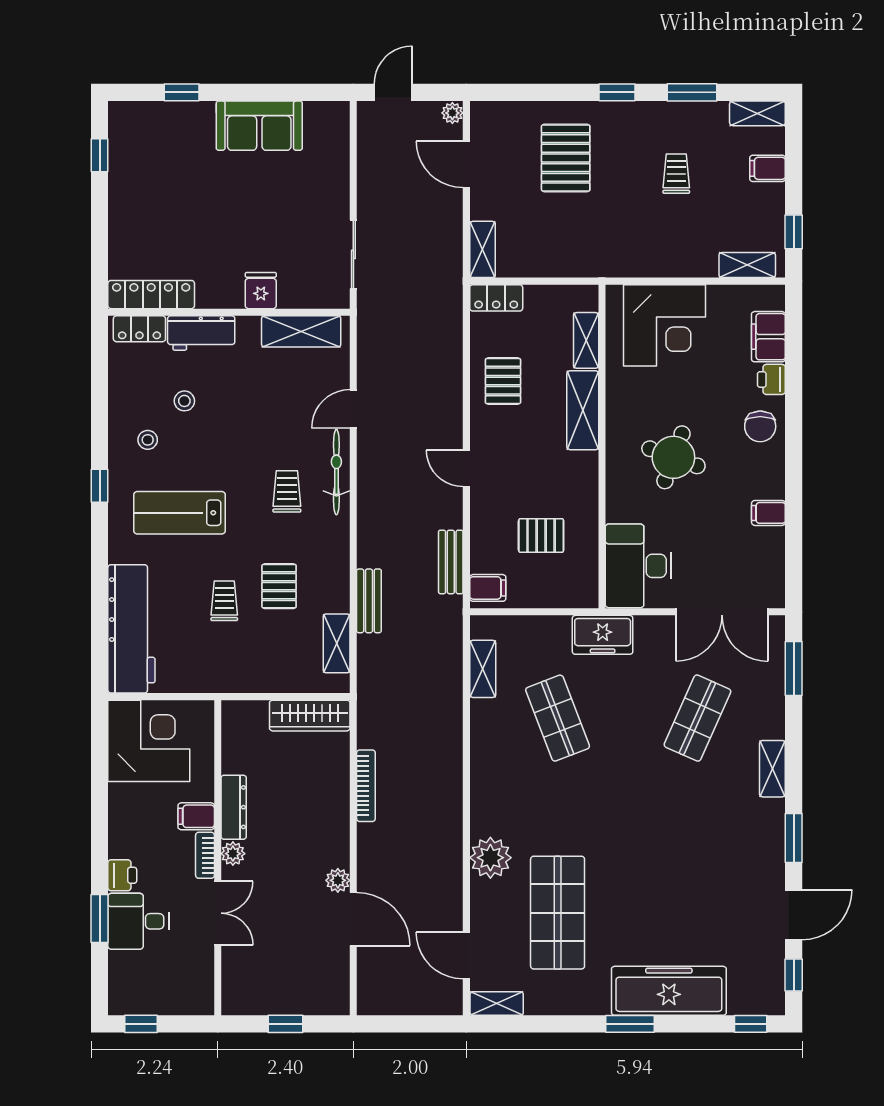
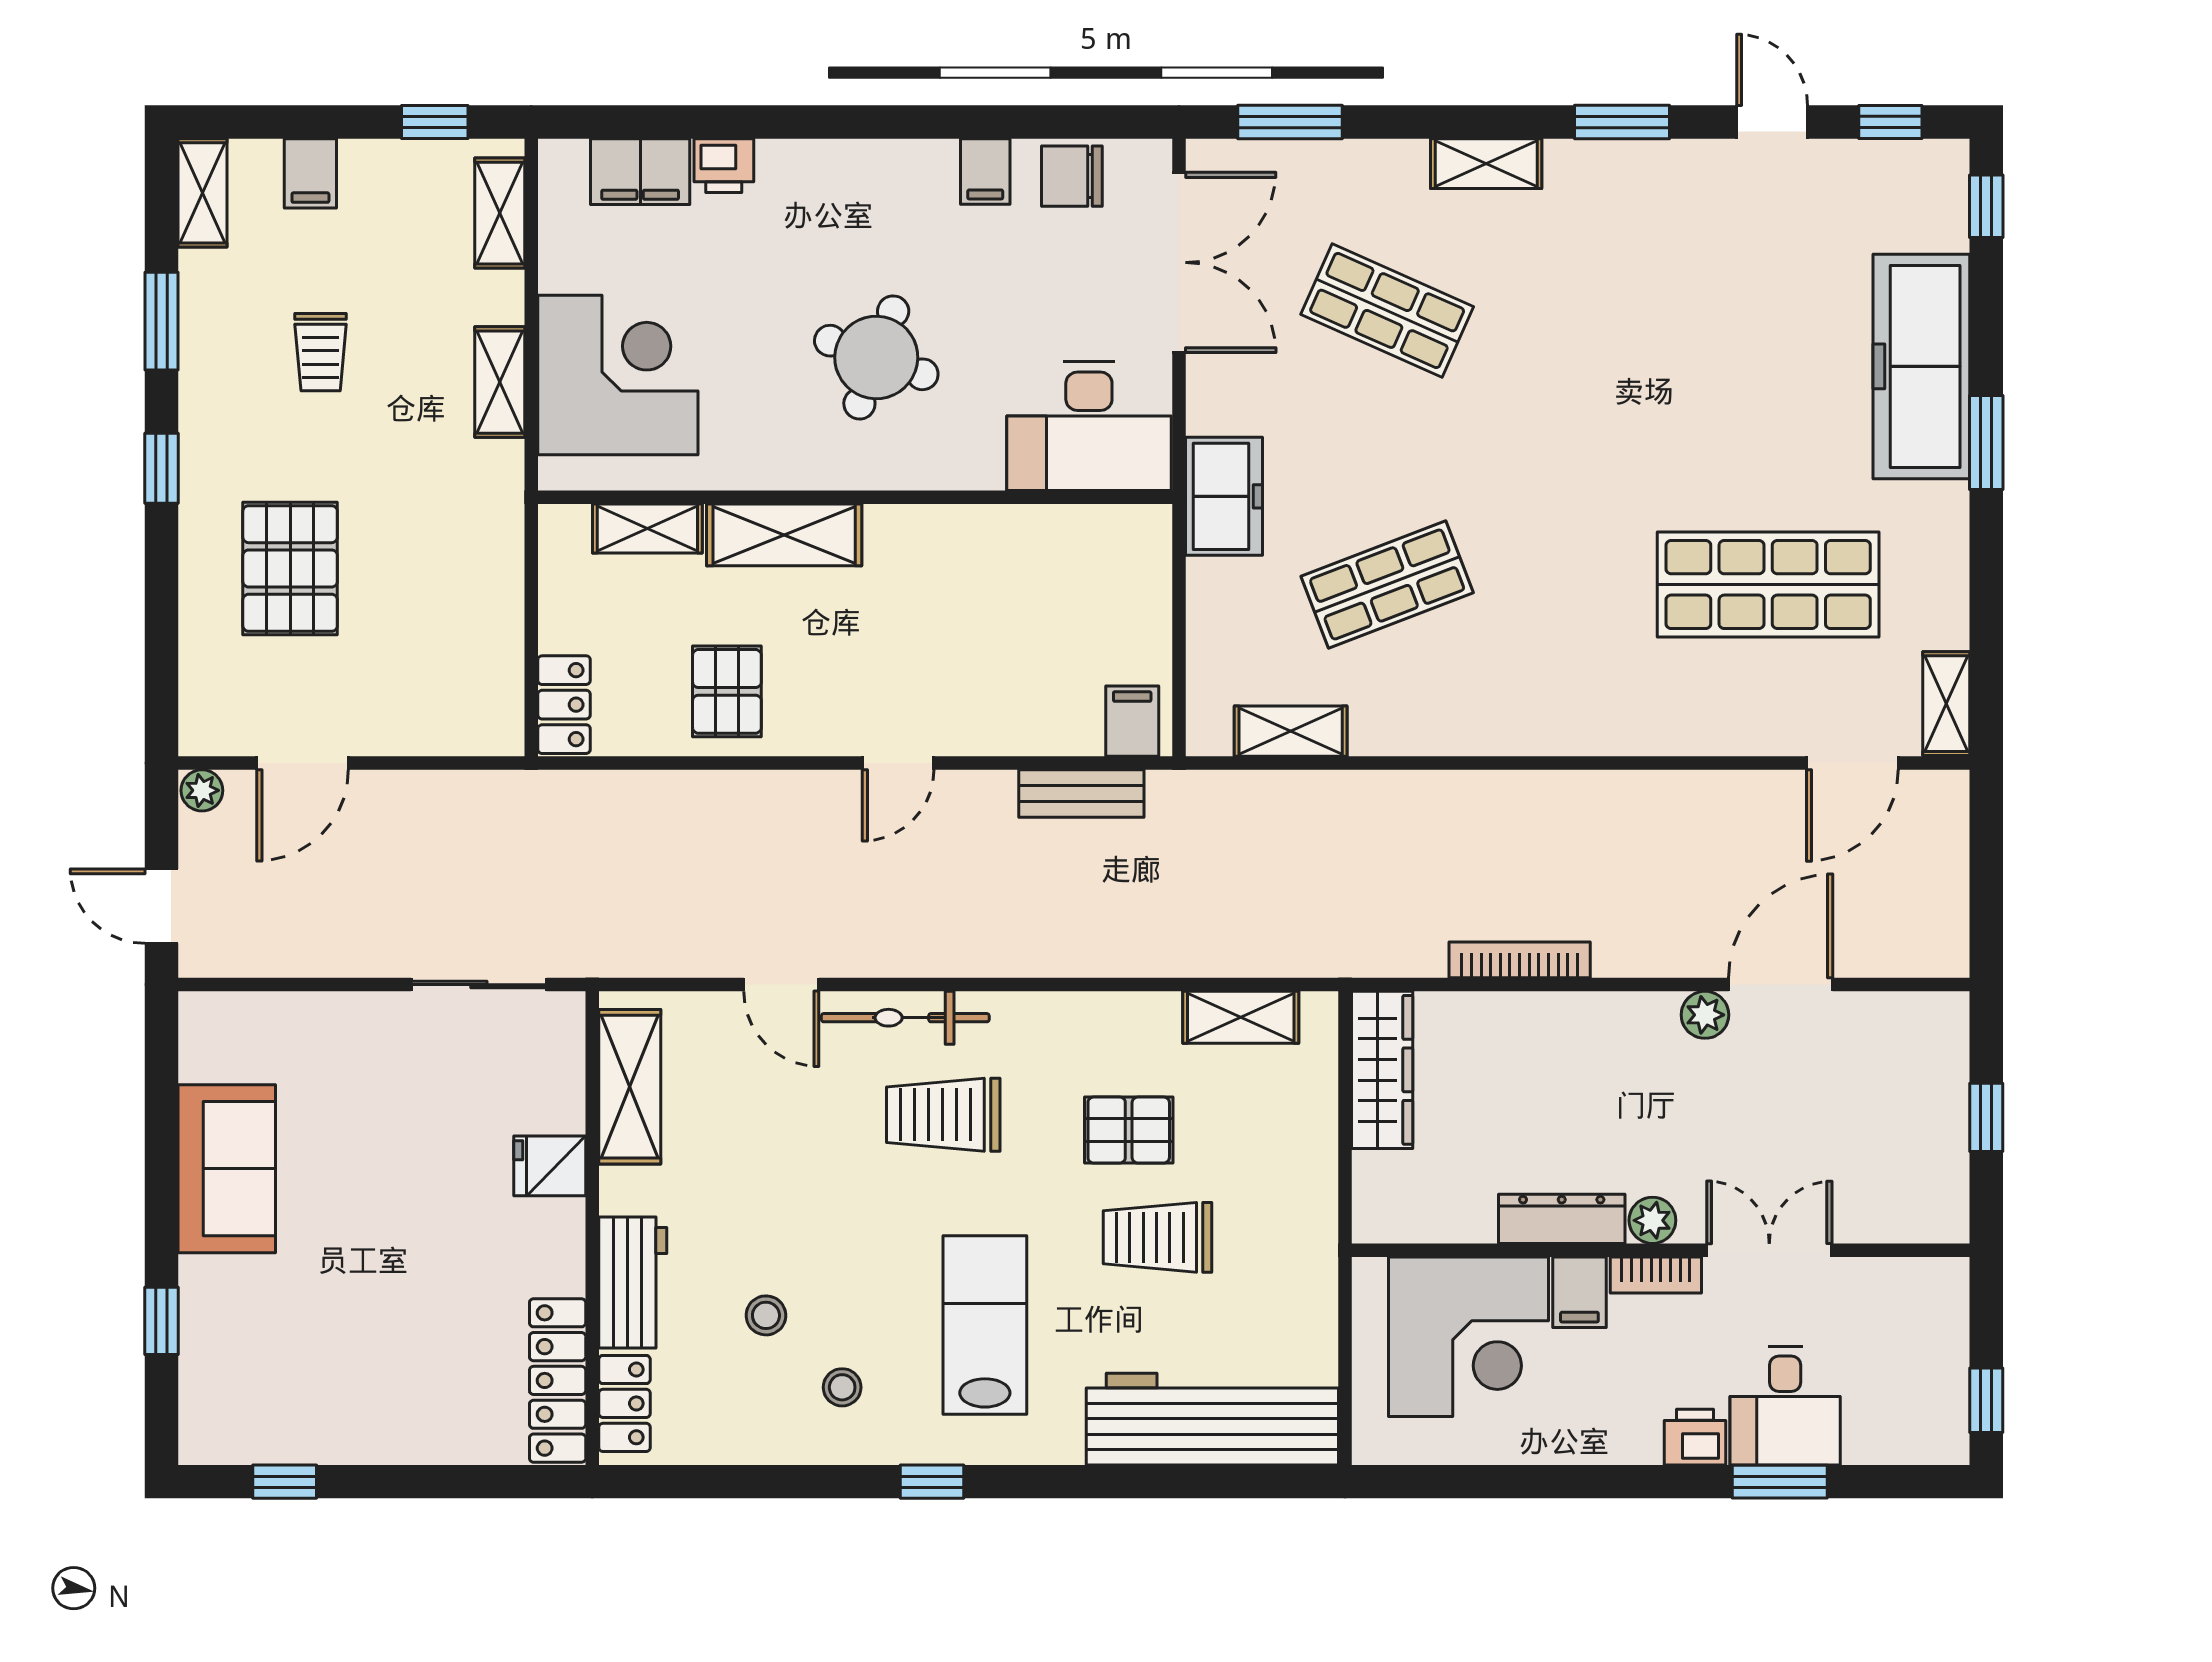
pallet: (566, 158) -> (290, 568), turned 90
trolley: (676, 174) -> (321, 352), turned -90
shelving: (483, 249) -> (500, 382), moved, turned 90
pallet: (503, 381) -> (727, 691), turned 90
chair: (760, 426) -> (1072, 176), moved, turned 180
trolley: (287, 491) -> (943, 1115), width x1.36, depth x1.39
lab bench: (179, 513) -> (985, 1325), turned 180
pallet: (541, 535) -> (1029, 617), removed
trolley: (224, 601) -> (1157, 1237), width x1.36, depth x1.39
bench: (369, 601) -> (1157, 954), removed
corner desk: (149, 741) -> (1469, 1337), moved, turned 180
plant: (490, 858) -> (1661, 716), removed
door: (794, 915) -> (1772, 122), width x0.73

